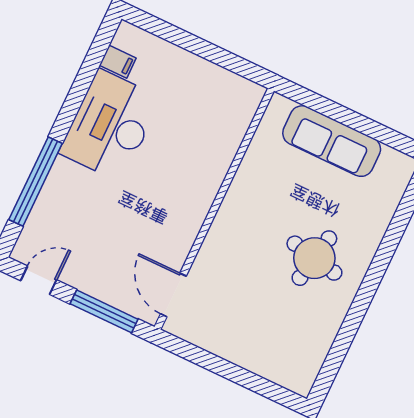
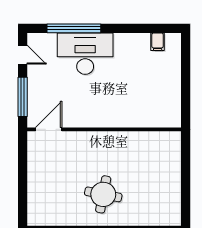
desk: (110, 125) -> (85, 54), moved
sofa: (332, 141) -> (169, 174), removed

